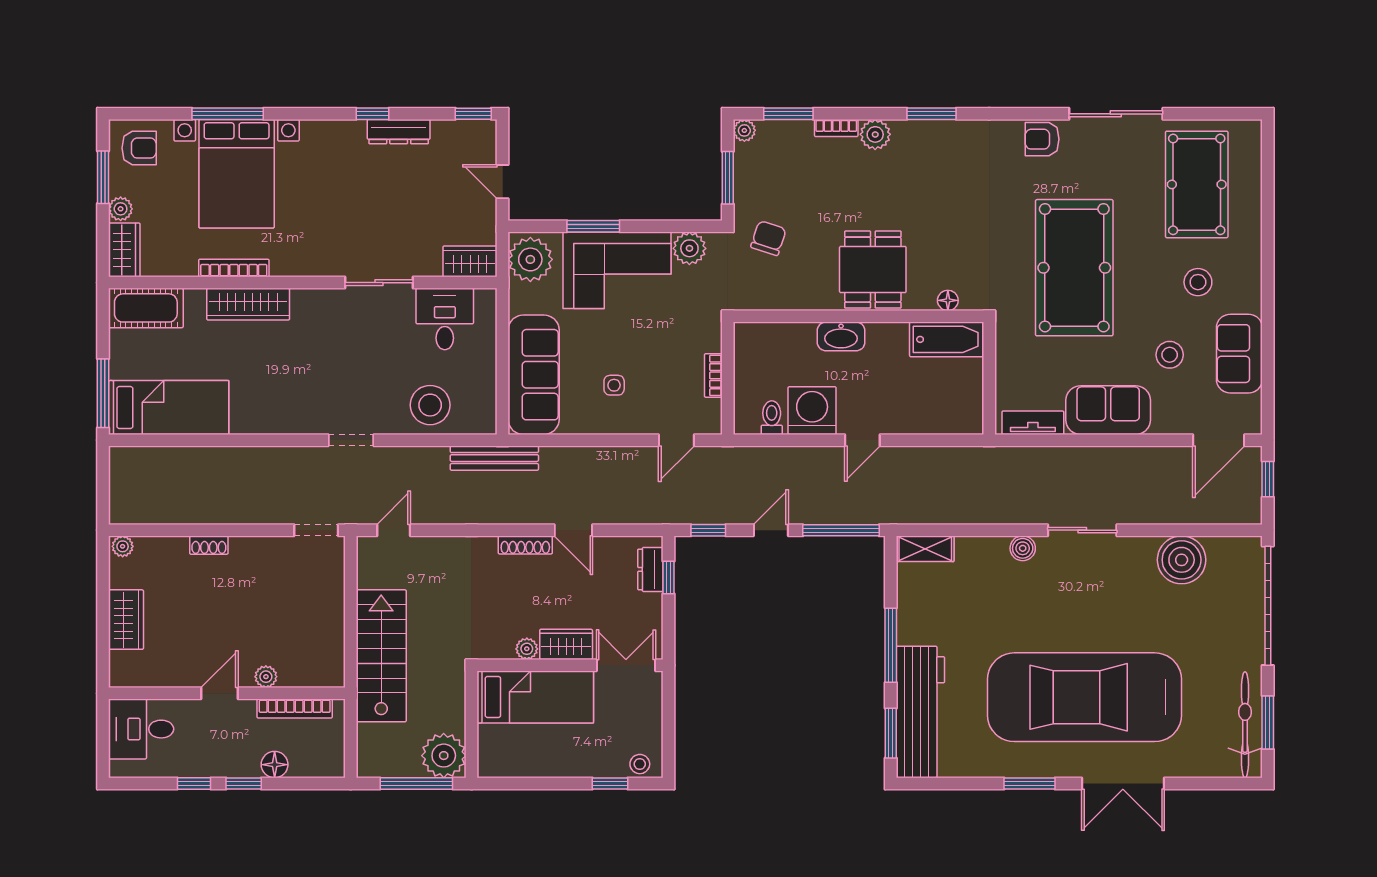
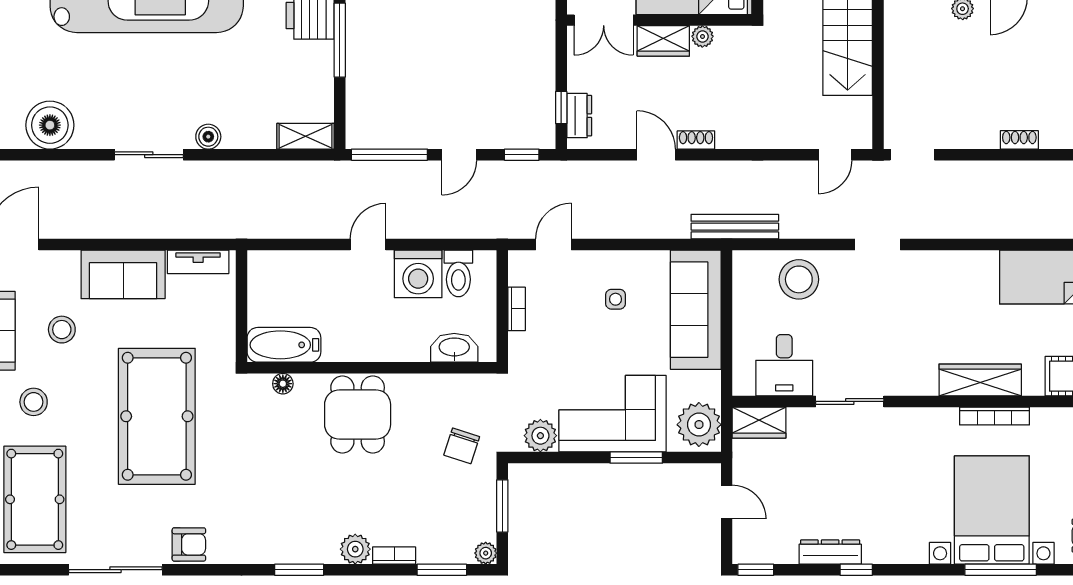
washbasin: (841, 336) -> (454, 348), moved
toilet: (772, 418) -> (458, 273), width x1.37, depth x1.39
shoe rack: (525, 545) -> (696, 140), width x0.70

